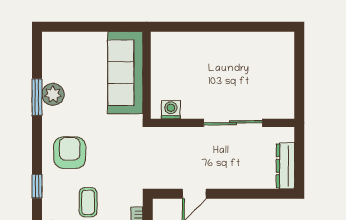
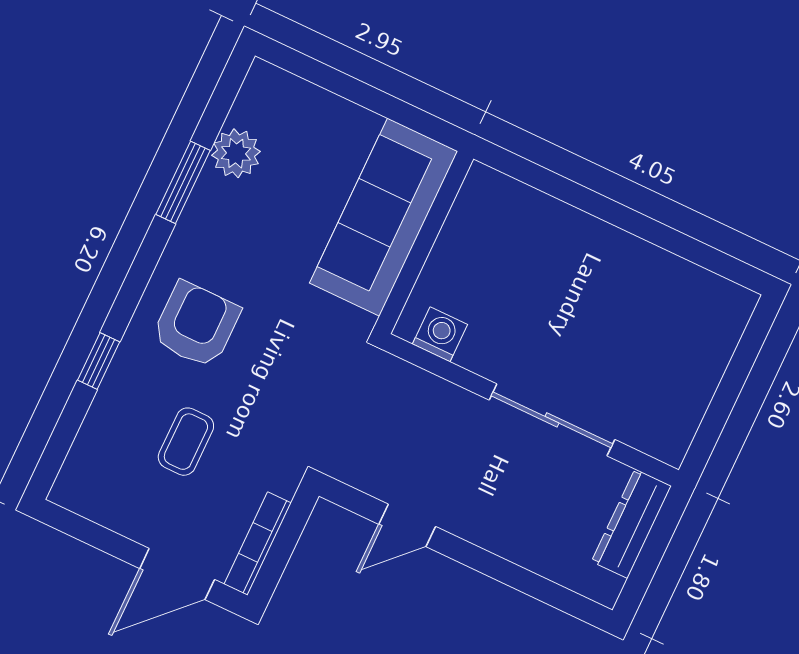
plant: (53, 94) -> (236, 153), moved
dresser: (285, 166) -> (631, 524), moved

